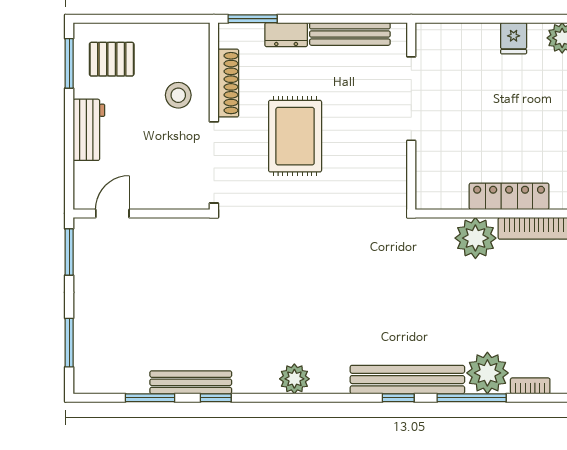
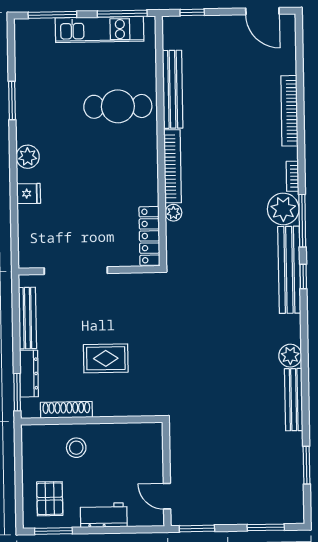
dresser: (286, 35) -> (29, 374), width x1.44
rug: (295, 136) -> (106, 358), width x0.73, depth x0.70
doorway: (214, 162) -> (127, 420), removed
locker: (509, 196) -> (149, 236), moved
plant: (475, 238) -> (173, 213), width x0.53, depth x0.53
bench: (191, 382) -> (294, 400), moved
window: (216, 398) -> (306, 415), removed

